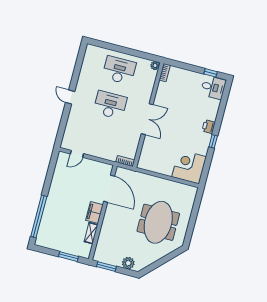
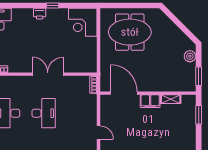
desk: (110, 105) -> (44, 113), turned 180
door: (109, 189) -> (124, 93), hinge flipped
meeting table: (158, 222) -> (130, 32), moved

